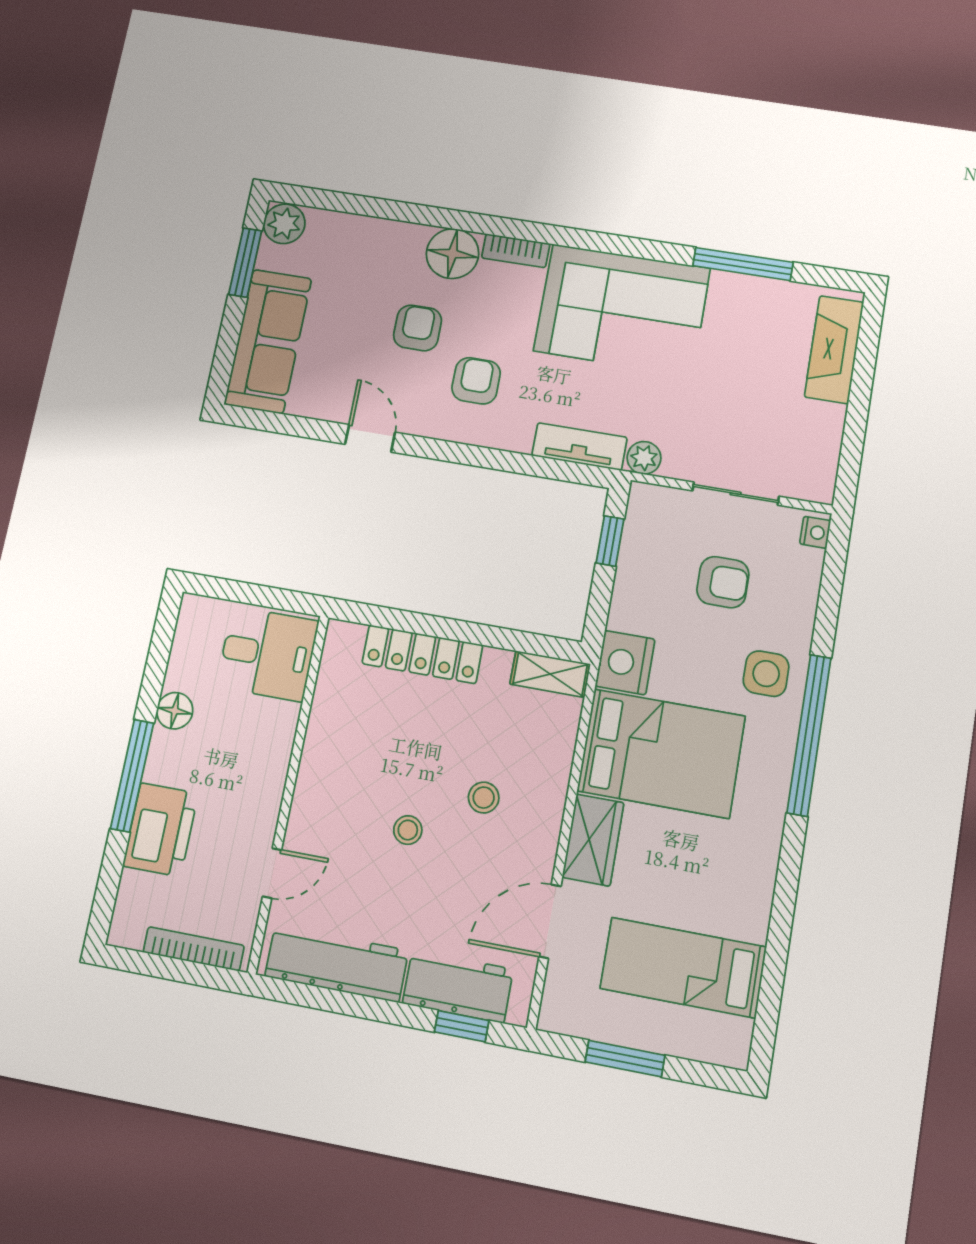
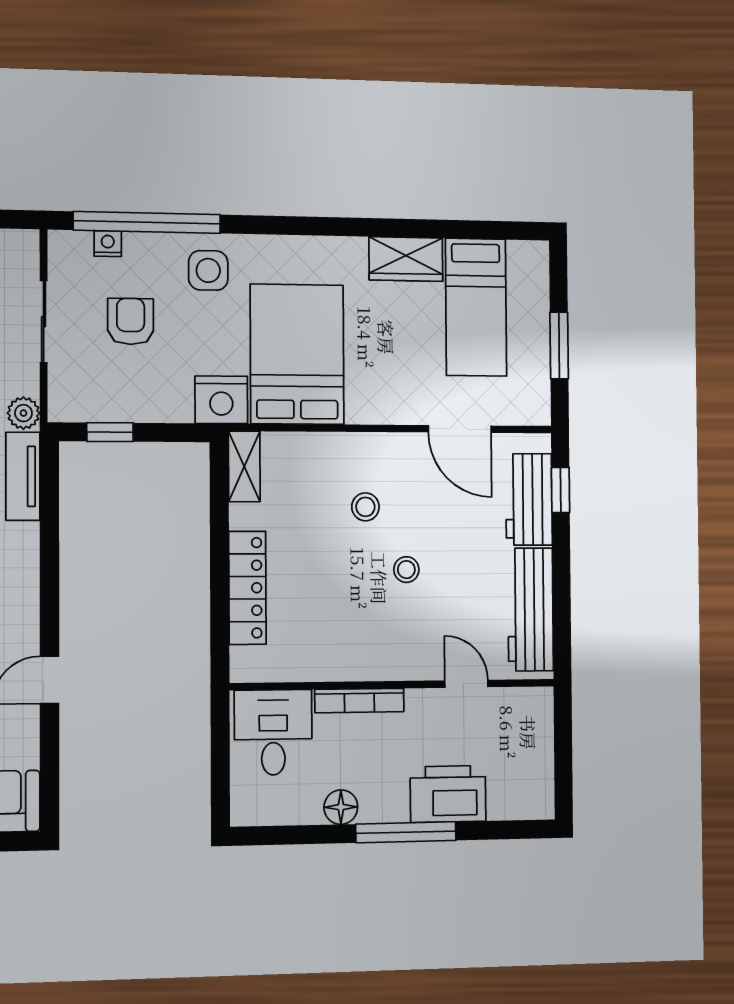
nightstand: (815, 532) -> (108, 244), moved
window: (809, 735) -> (147, 222), moved
wardrobe: (593, 840) -> (406, 259), moved, turned 180
bookcase: (194, 949) -> (359, 701), moved, turned -90

